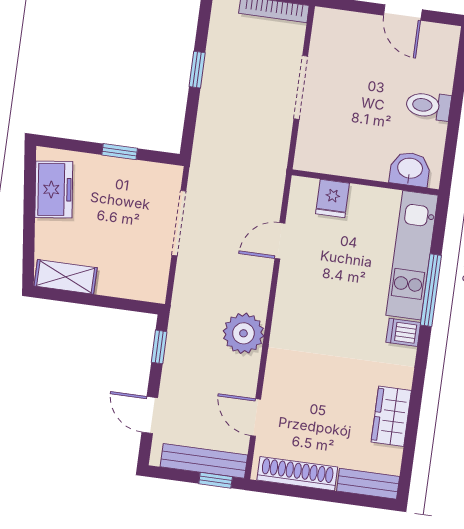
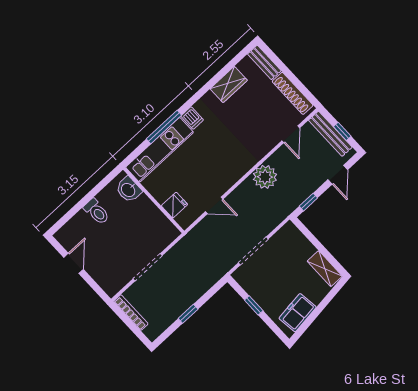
window: (216, 480) -> (342, 131), moved

